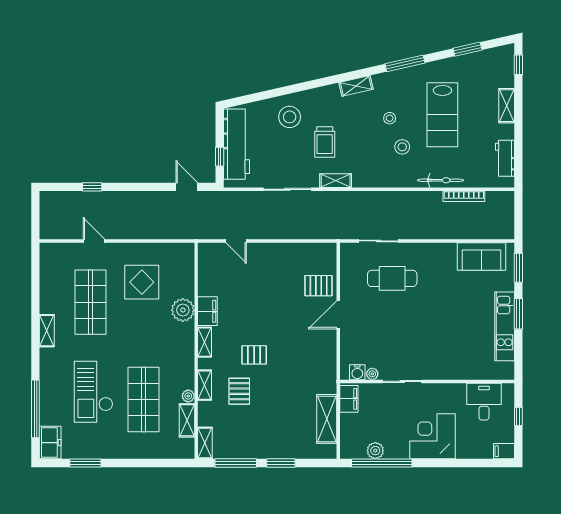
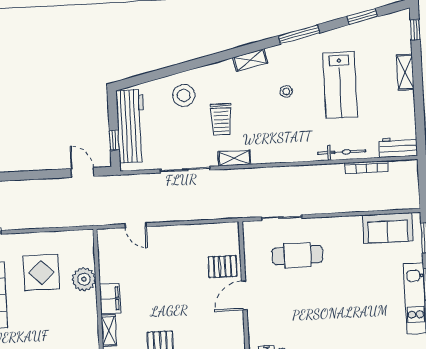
stool: (402, 147) -> (301, 120), removed
workbench: (505, 158) -> (398, 147), moved, turned 90
plant: (183, 310) -> (84, 279), moved

